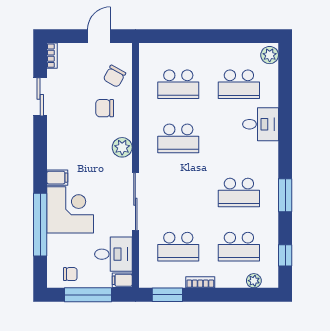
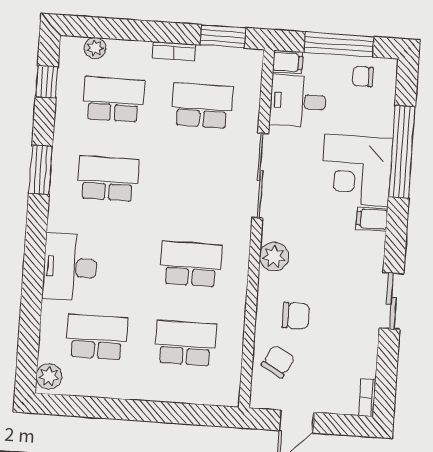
sliding door: (40, 97) -> (391, 301), moved
desk: (261, 124) -> (70, 267), width x1.37

